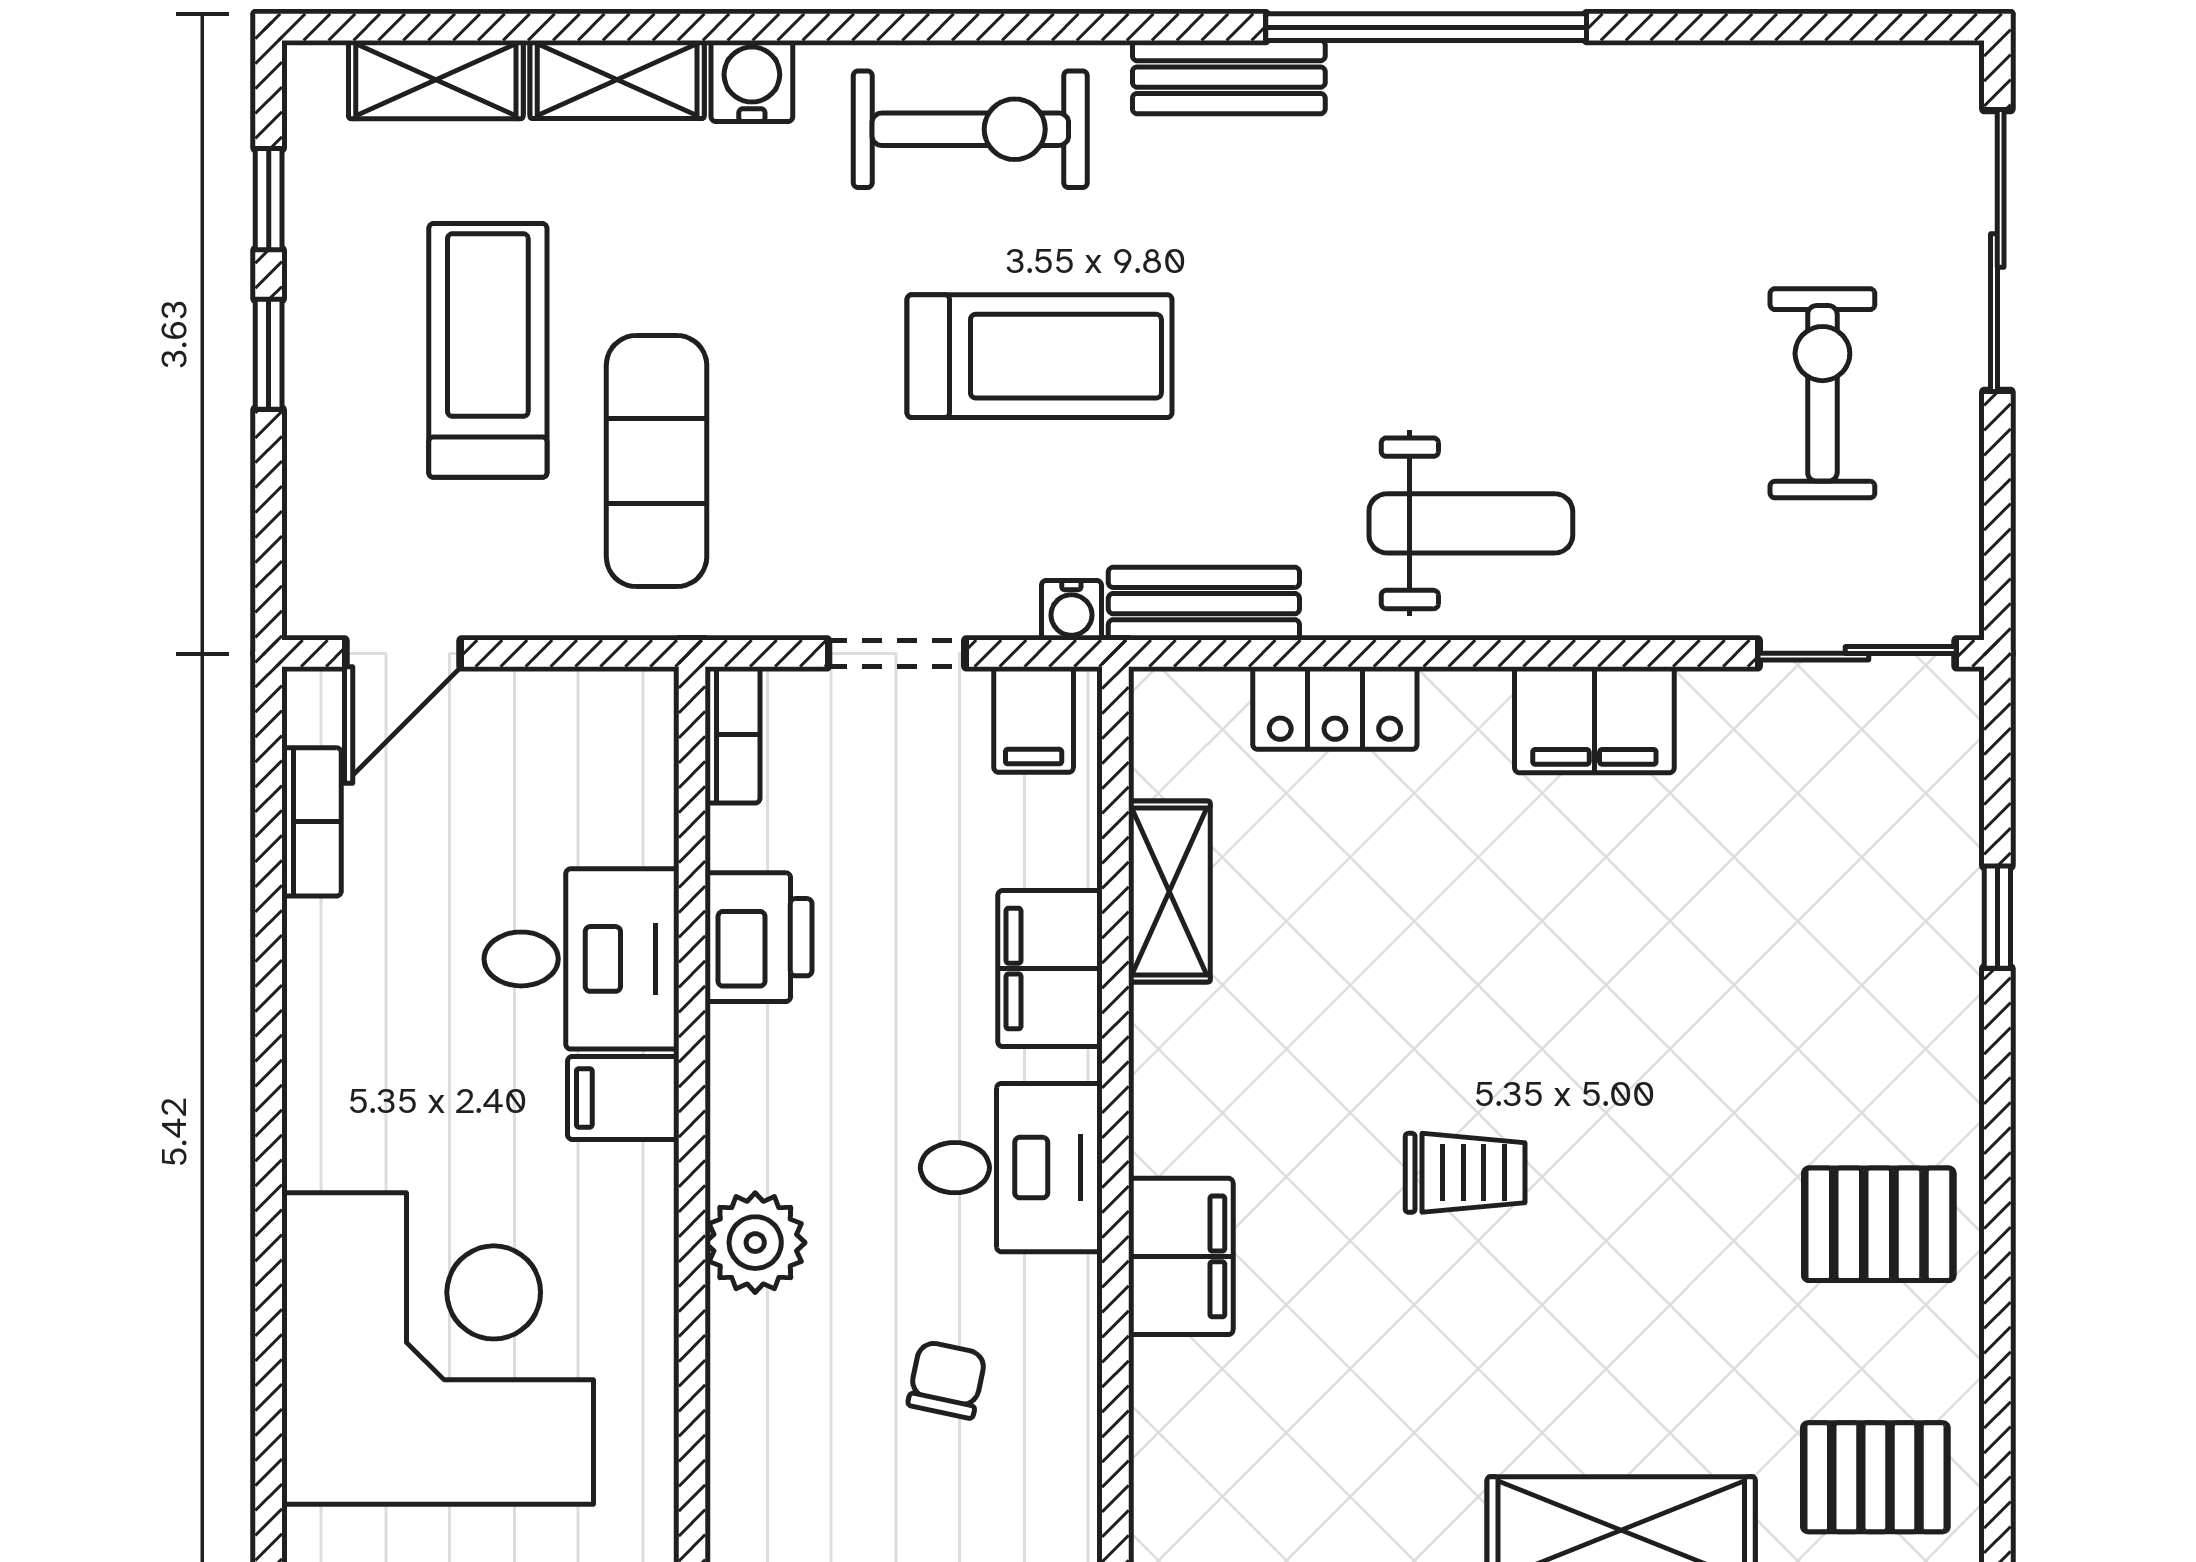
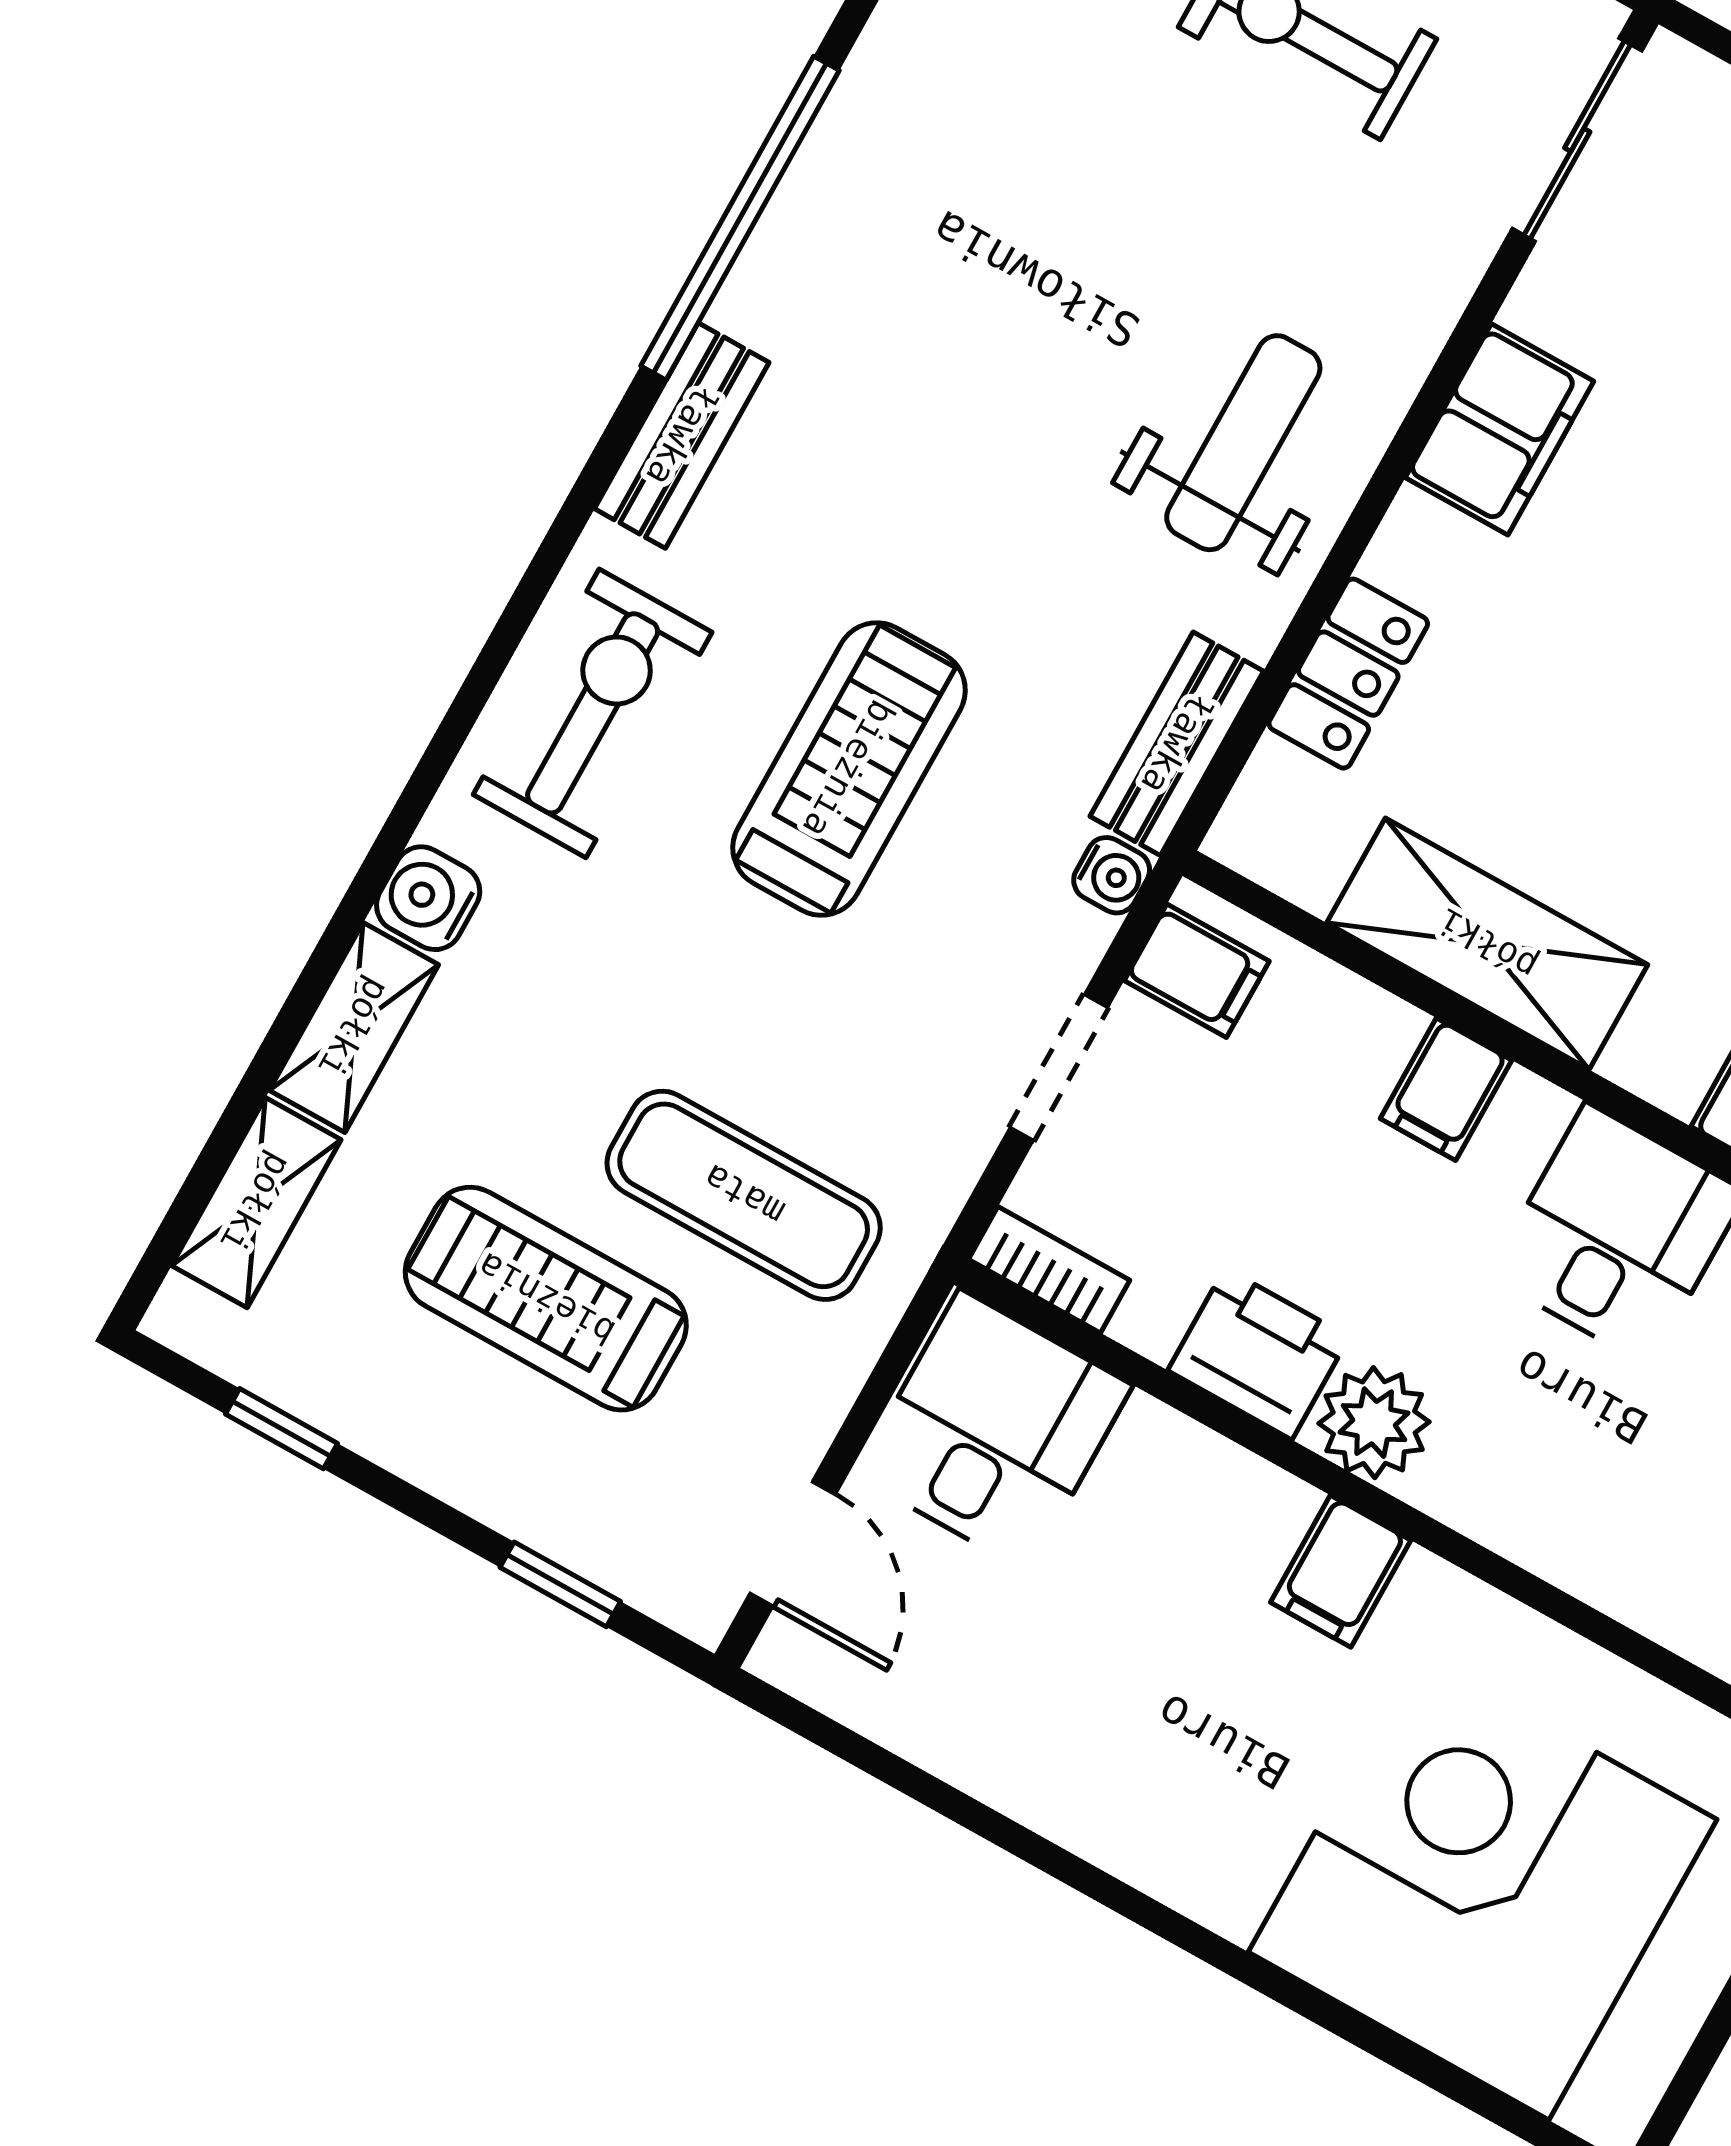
window: (269, 354) -> (560, 1584), moved
bookcase: (312, 822) -> (906, 1723), removed
shelving: (1169, 892) -> (1487, 944), width x1.50, depth x1.33
desk: (581, 959) -> (994, 1430), moved
filing cabinet: (1050, 969) -> (1446, 1089), width x0.50
plant: (755, 1243) -> (1374, 1423), moved

